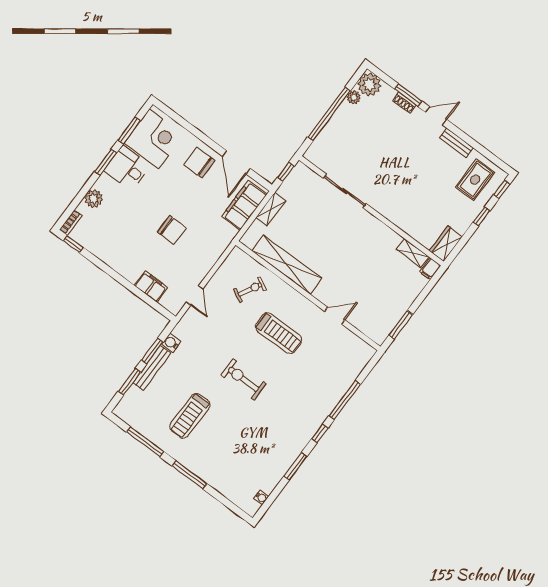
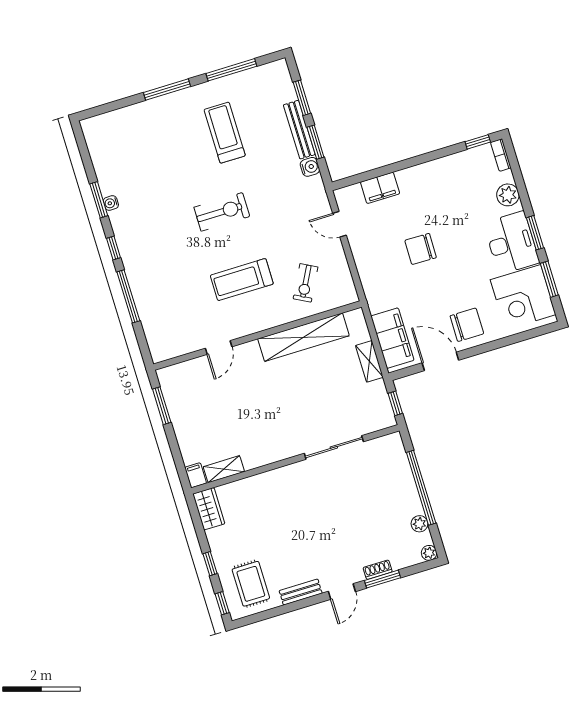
plant: (369, 85) -> (429, 553), width x0.53, depth x0.53
desk: (127, 168) -> (511, 243), width x1.37
water cooler: (261, 497) -> (111, 203), moved

